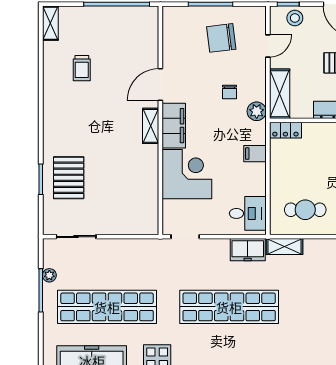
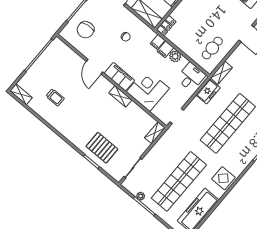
chair: (221, 38) -> (86, 30), moved
plant: (257, 111) -> (175, 56), moved
shelving: (151, 126) -> (120, 96), moved
filing cabinet: (256, 136) -> (158, 42), added
shelving: (142, 227) -> (155, 133), added

